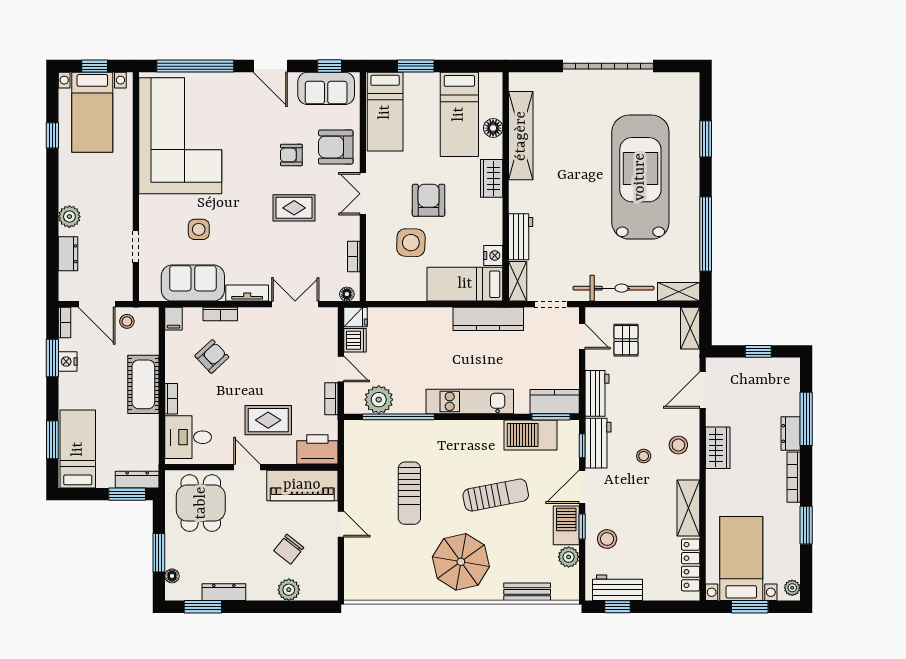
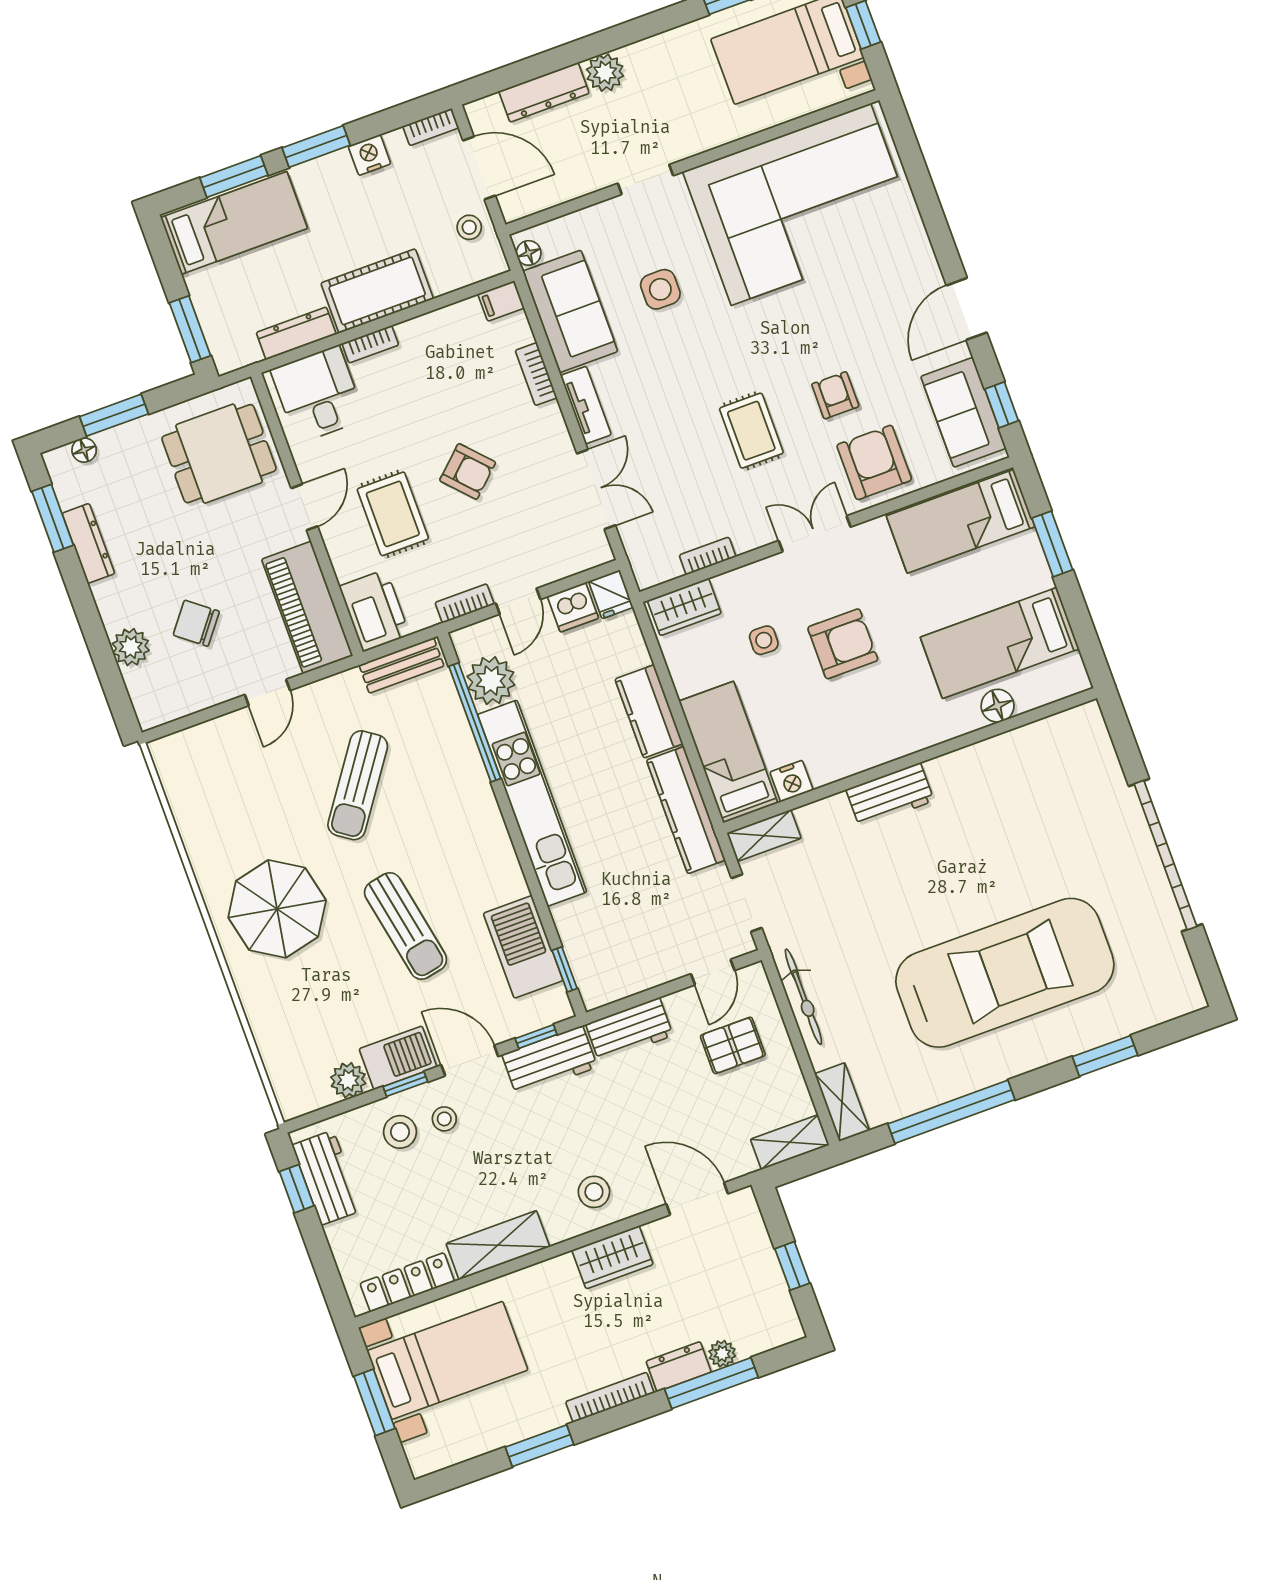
window: (195, 66) -> (922, 188), removed
shelving: (521, 136) -> (1002, 755), removed
wardrobe: (492, 178) -> (684, 607), moved, turned 180
workbench: (521, 237) -> (890, 795), moved
side table: (411, 243) -> (764, 640), width x0.54, depth x0.54
doorway: (136, 247) -> (645, 179), moved
dresser: (68, 254) -> (544, 92), width x1.44
bicycle: (613, 288) -> (803, 997), width x0.73, depth x0.71
floor lamp: (347, 294) -> (529, 253), moved
door: (97, 304) -> (479, 168), swing flipped
armchair: (212, 356) -> (468, 471), moved
window: (52, 358) -> (316, 147), moved
kitchen unit: (470, 401) -> (532, 803), width x1.36
kitchen counter: (555, 402) -> (649, 711), moved, turned 180
window: (551, 417) -> (565, 969), width x0.67
stool: (644, 456) -> (444, 1119), moved
dresser: (137, 480) -> (296, 333), moved, turned -90
sun lounger: (409, 493) -> (358, 785), turned -55
plant: (792, 588) -> (722, 1354), moved
bench: (527, 592) -> (401, 665), moved, turned 90

